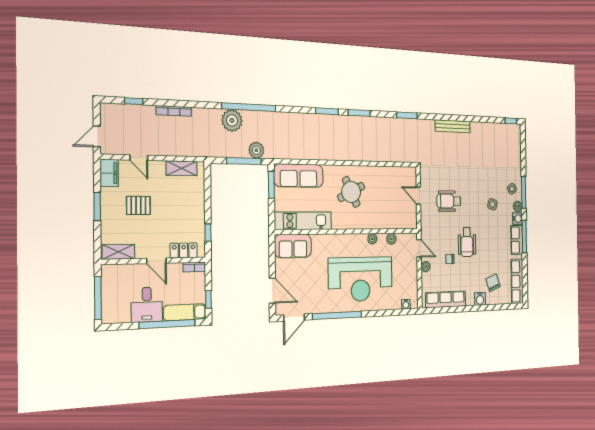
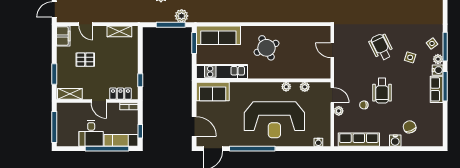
wheelchair: (449, 201) -> (381, 47), moved, turned 64
window: (97, 207) -> (54, 74), moved
row of seats: (517, 281) -> (436, 126), removed

